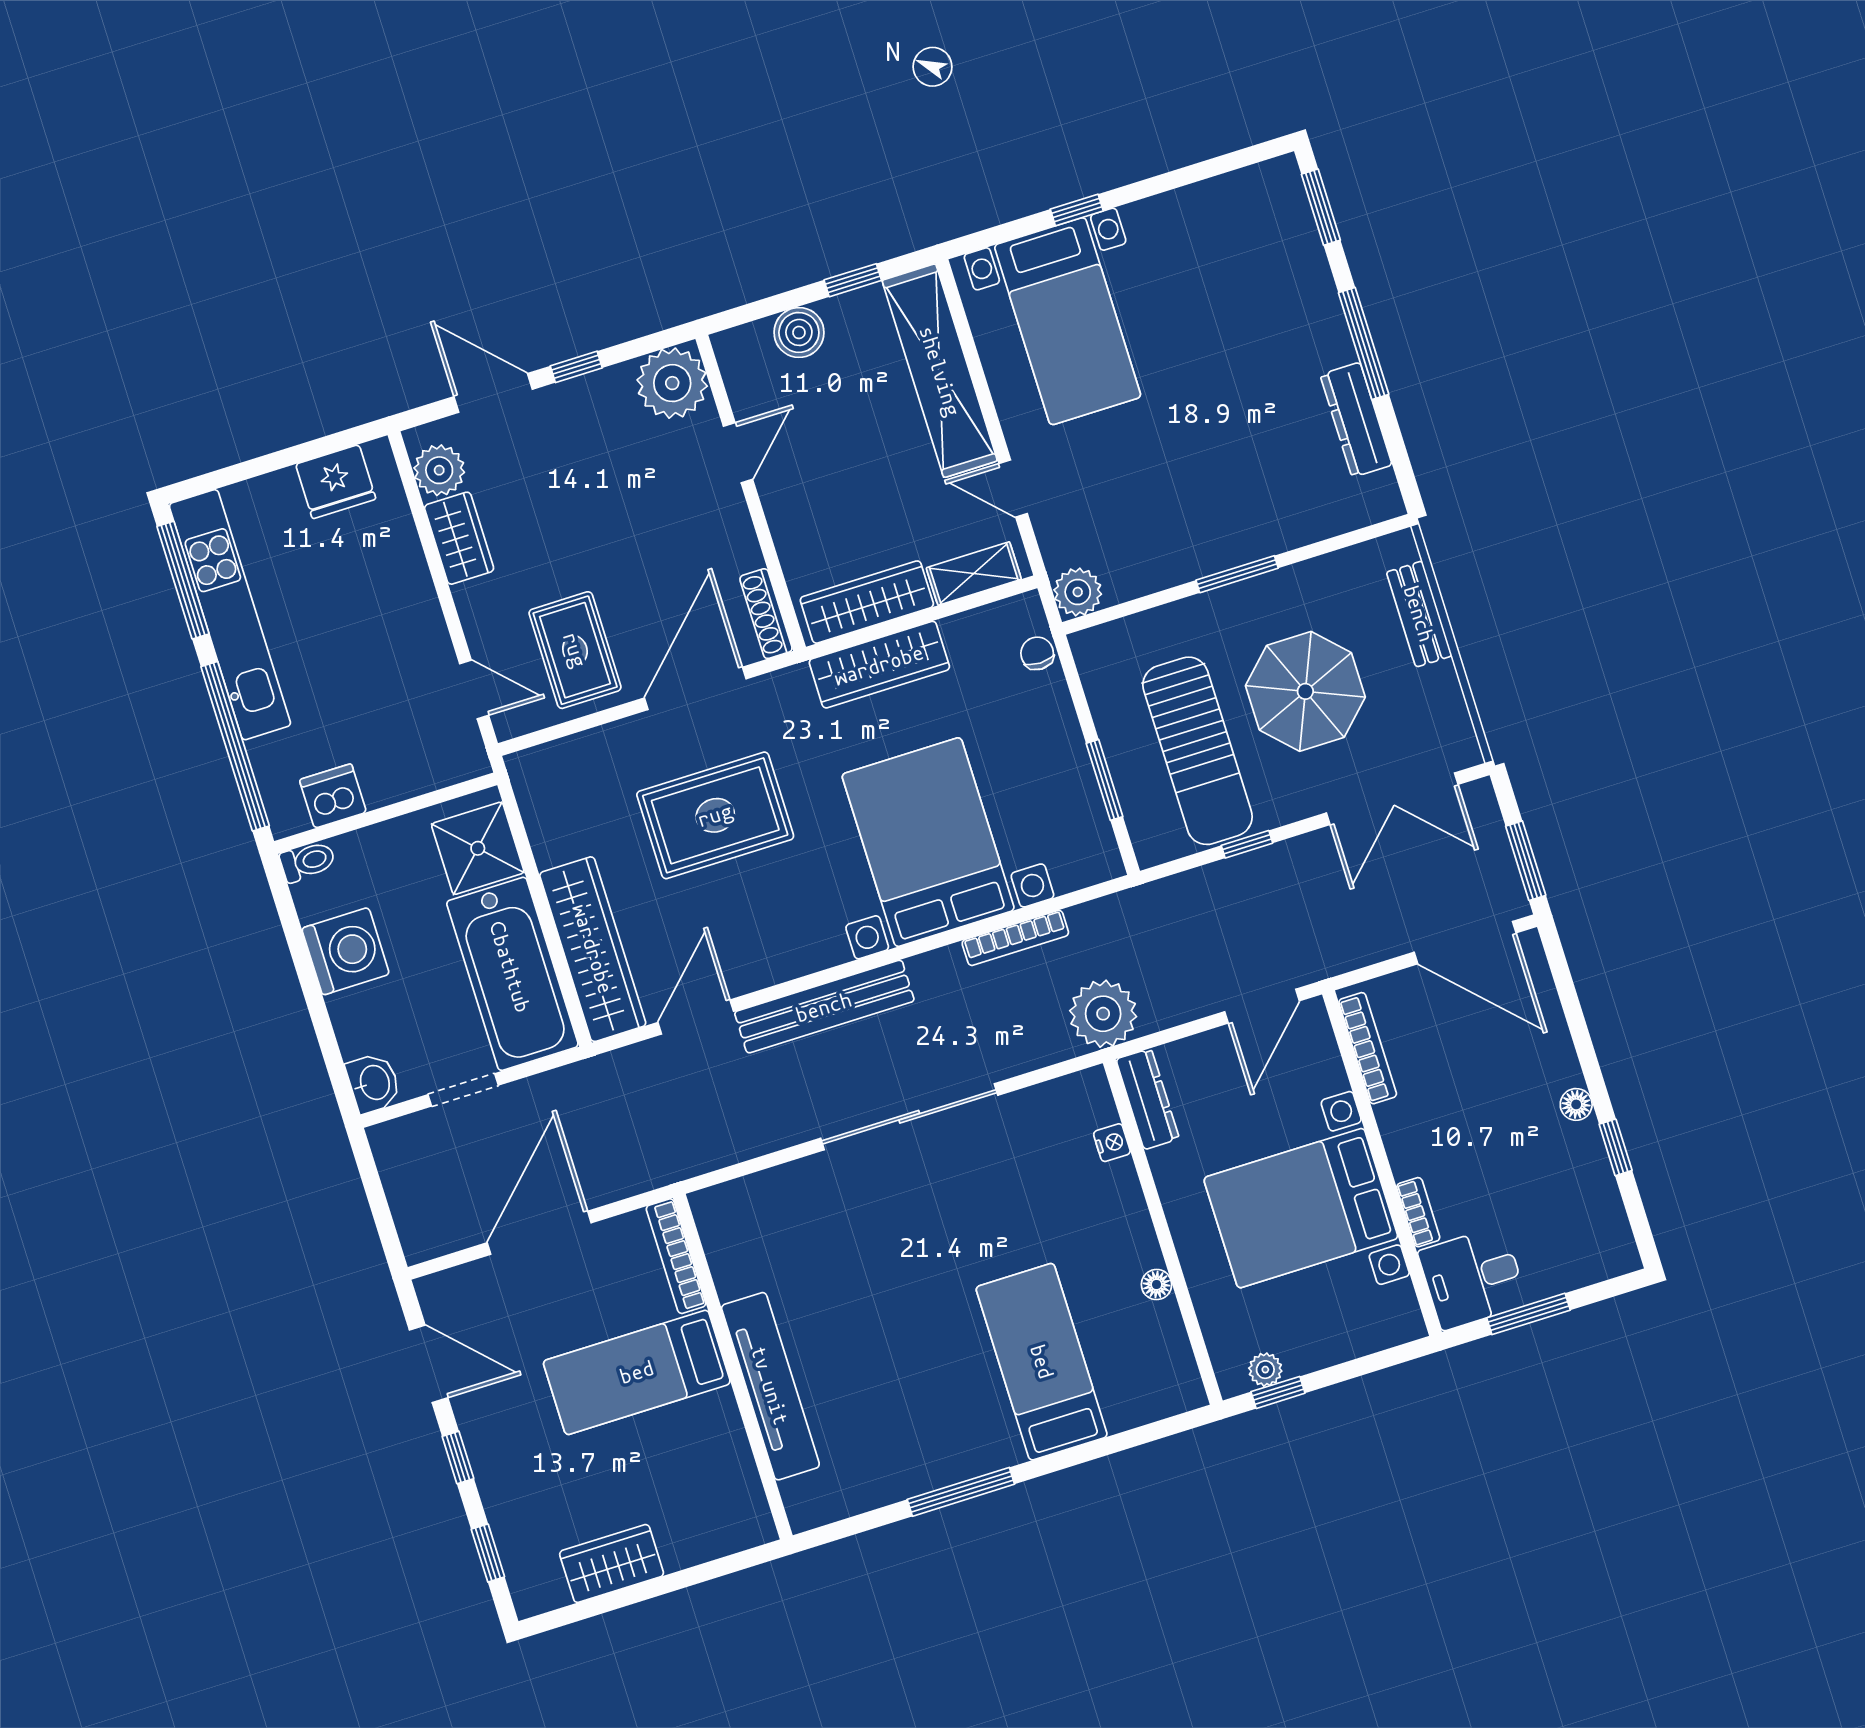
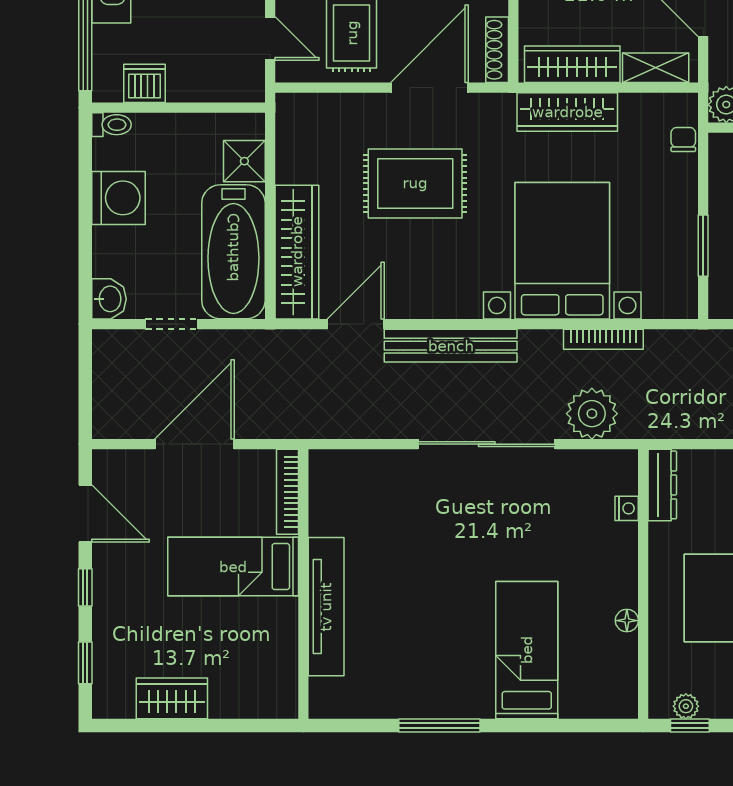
shower: (478, 848) -> (244, 161), width x0.73, depth x0.73
plant: (1103, 1014) -> (592, 414), moved

